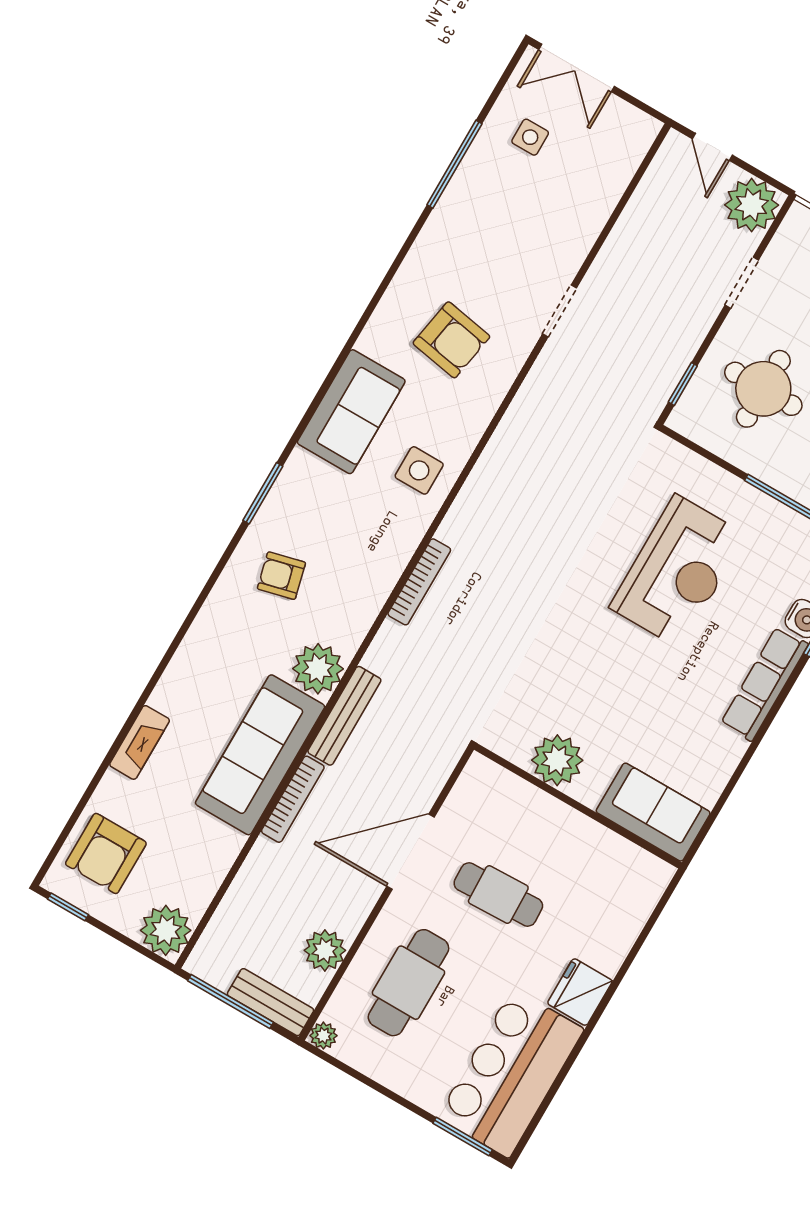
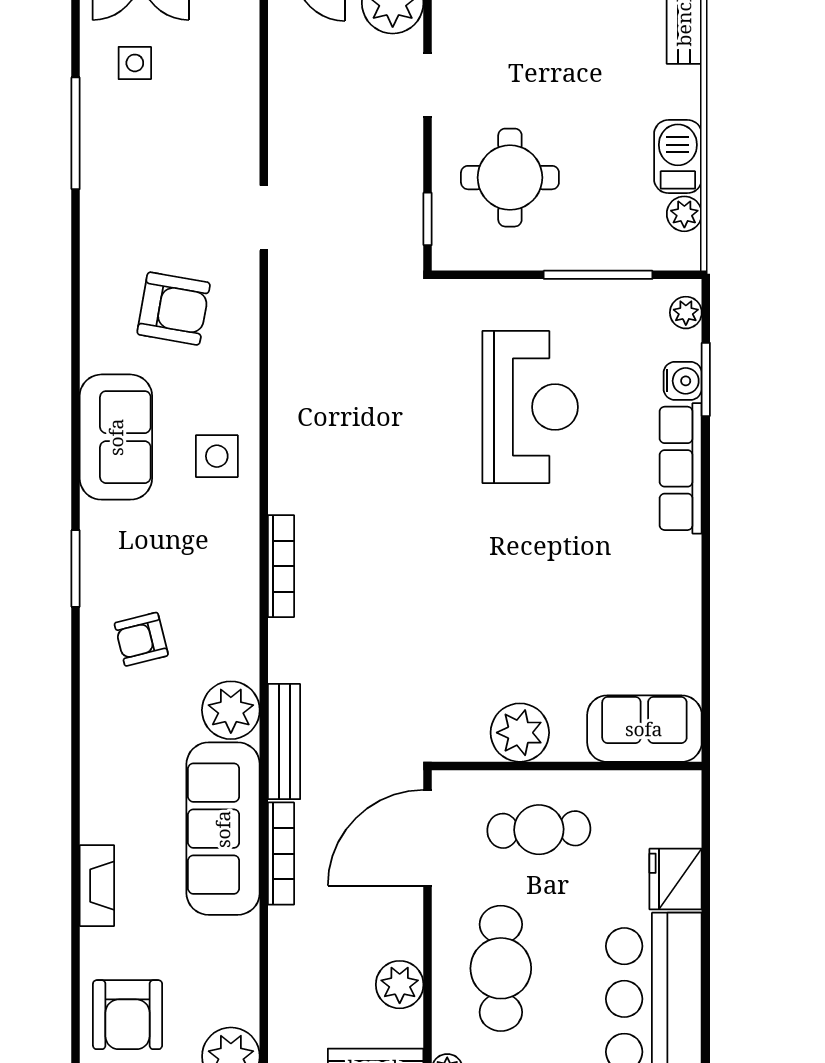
plant: (557, 760) -> (520, 733), moved
wall: (578, 806) -> (567, 766), moved
sofa: (653, 812) -> (644, 729), moved

